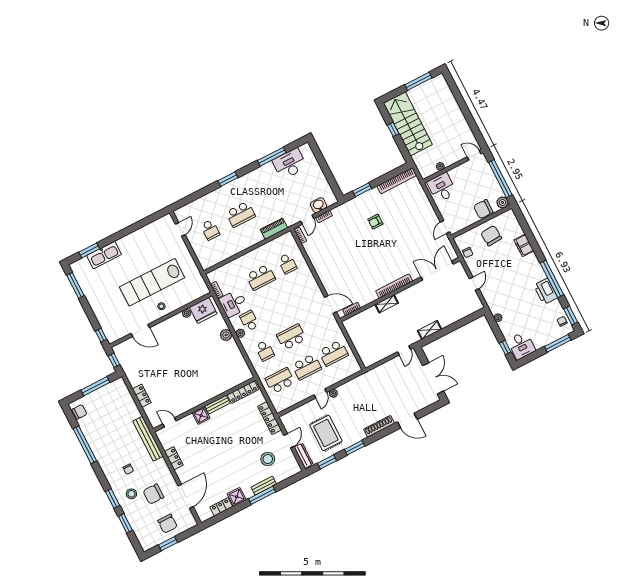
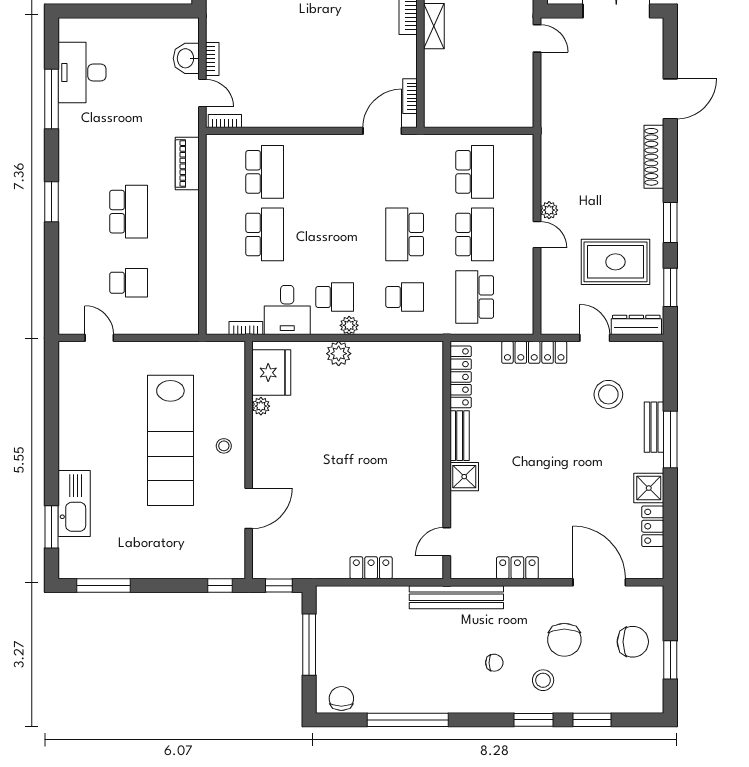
school desk: (287, 264) -> (265, 172), width x1.85
school desk: (249, 321) -> (335, 297), turned 180

